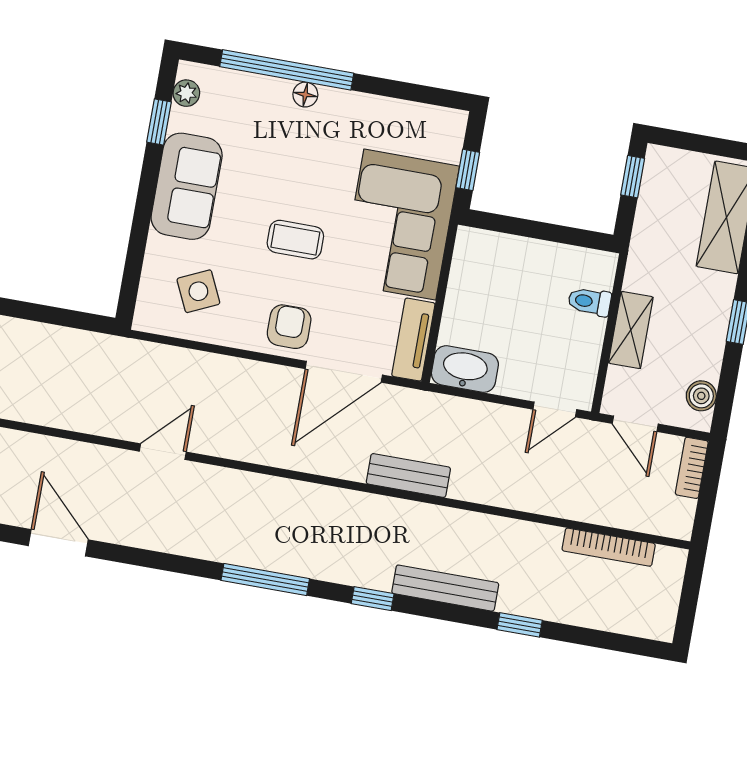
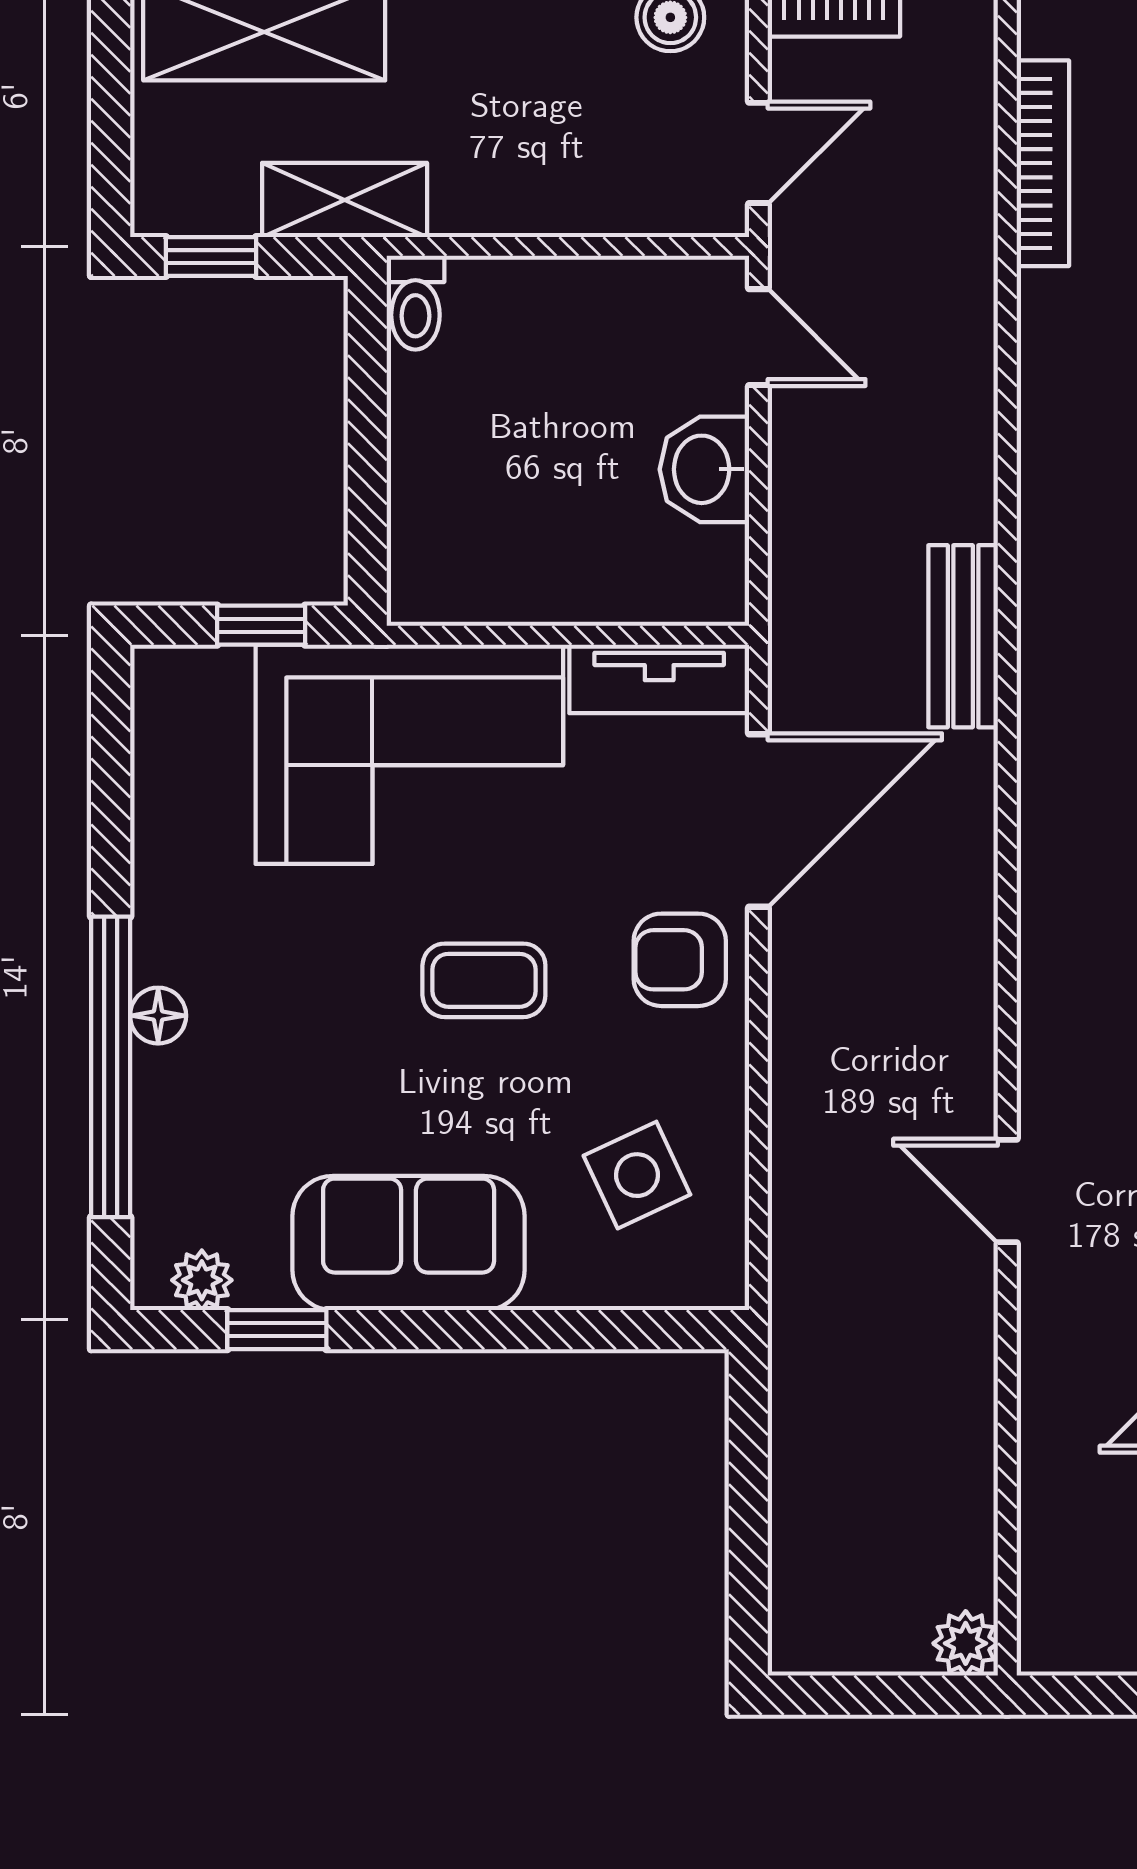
coffee table: (295, 240) -> (484, 980), turned 90
toilet: (590, 302) -> (415, 303), moved
shelving: (631, 330) -> (345, 200), moved
washbasin: (465, 369) -> (704, 469), moved, width x0.72
door: (344, 372) -> (758, 820), hinge flipped

